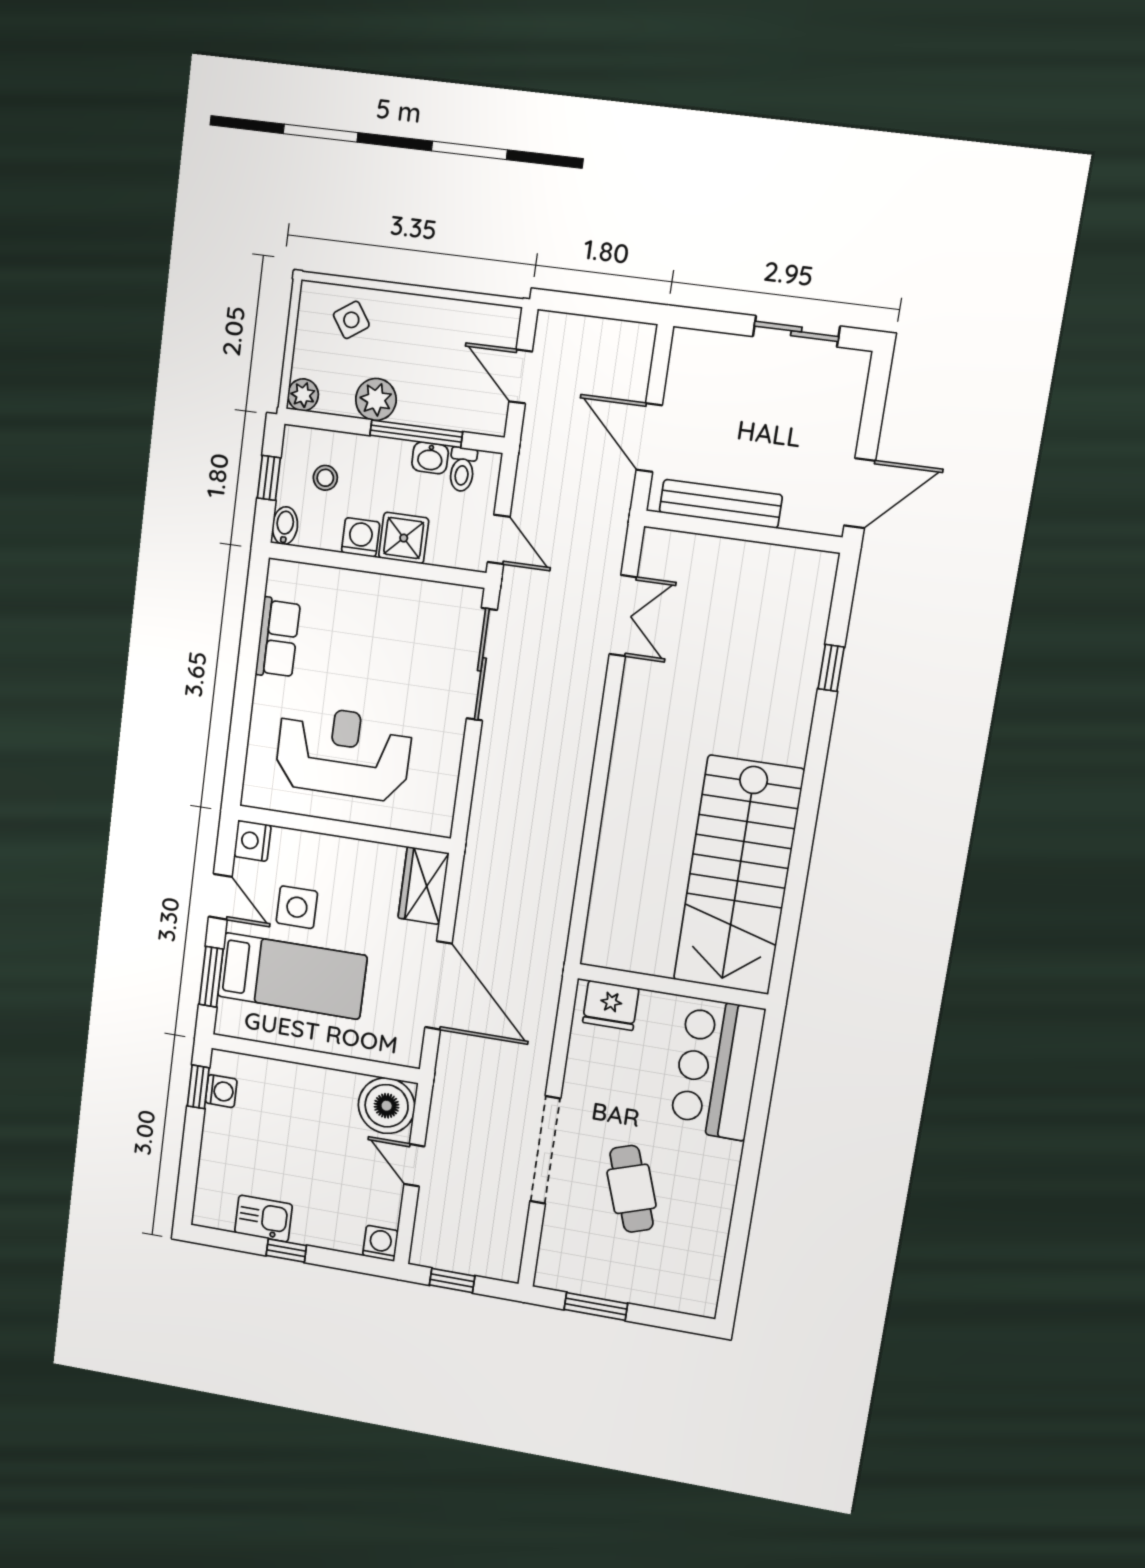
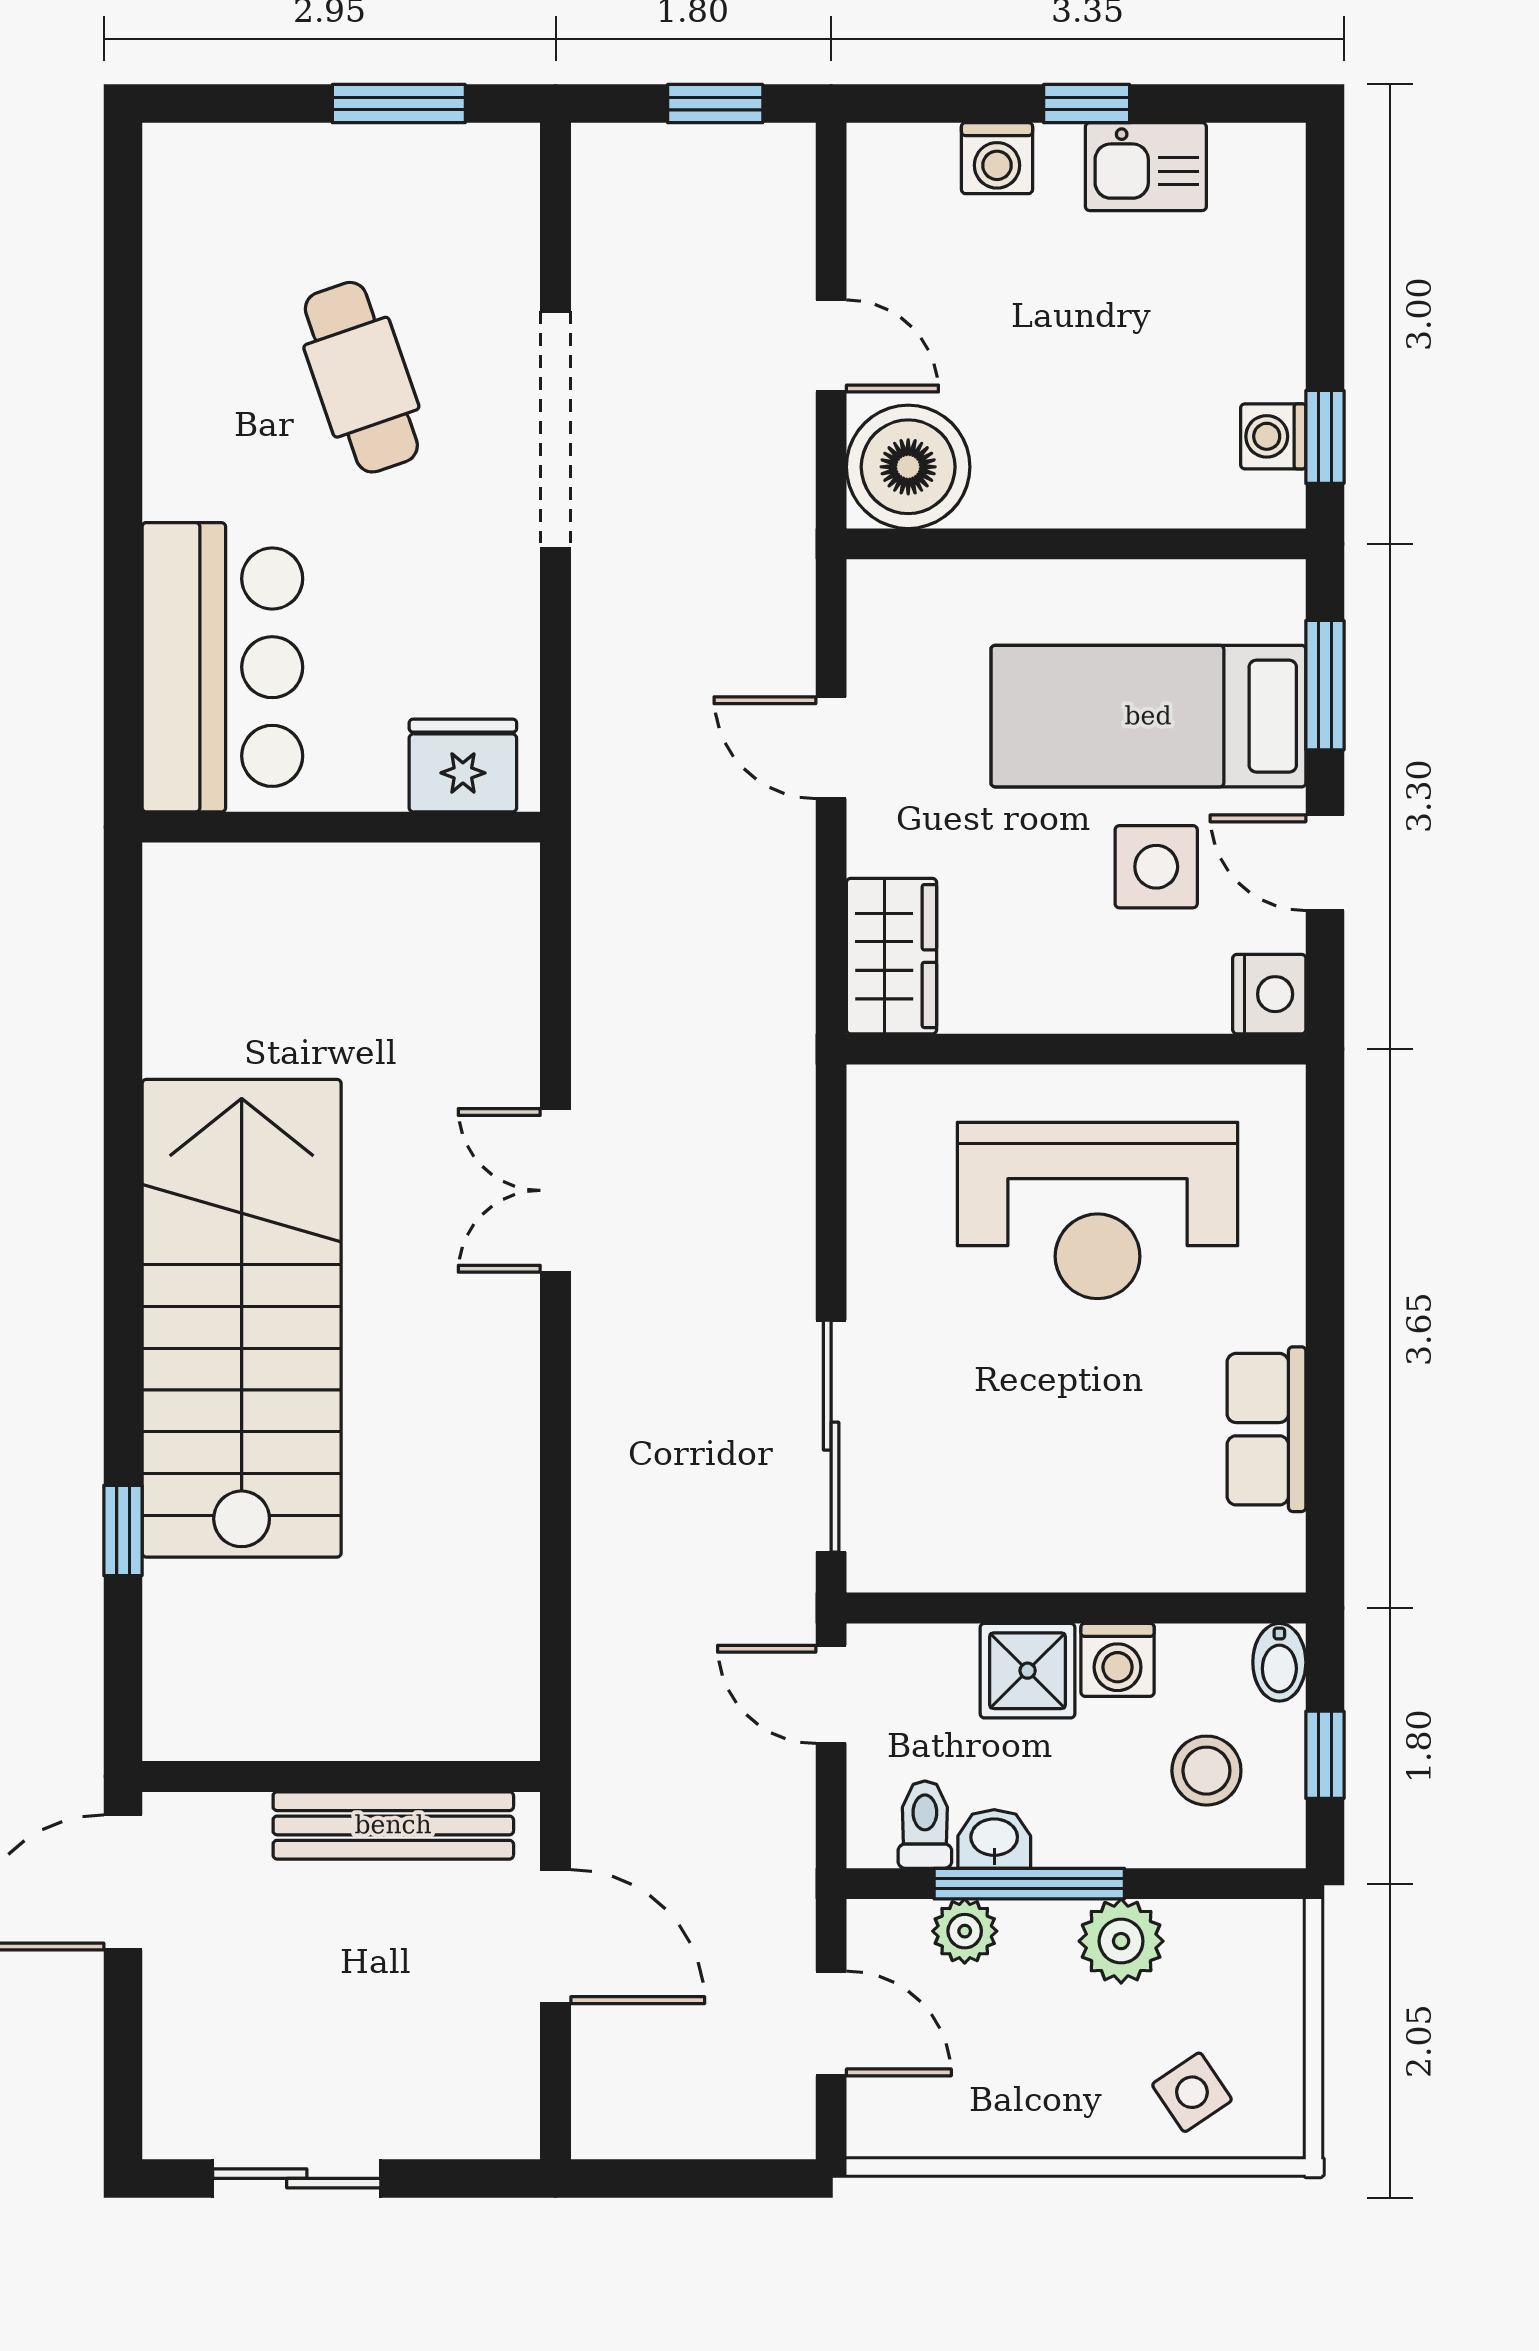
plant: (303, 395) -> (965, 1931), moved
stool: (325, 478) -> (1206, 1771), width x1.37, depth x1.37
double door: (623, 616) -> (556, 1190), moved
stairs: (739, 875) -> (242, 1318), moved
door: (439, 985) -> (831, 748), width x0.53
washing machine: (380, 1243) -> (997, 158), moved

